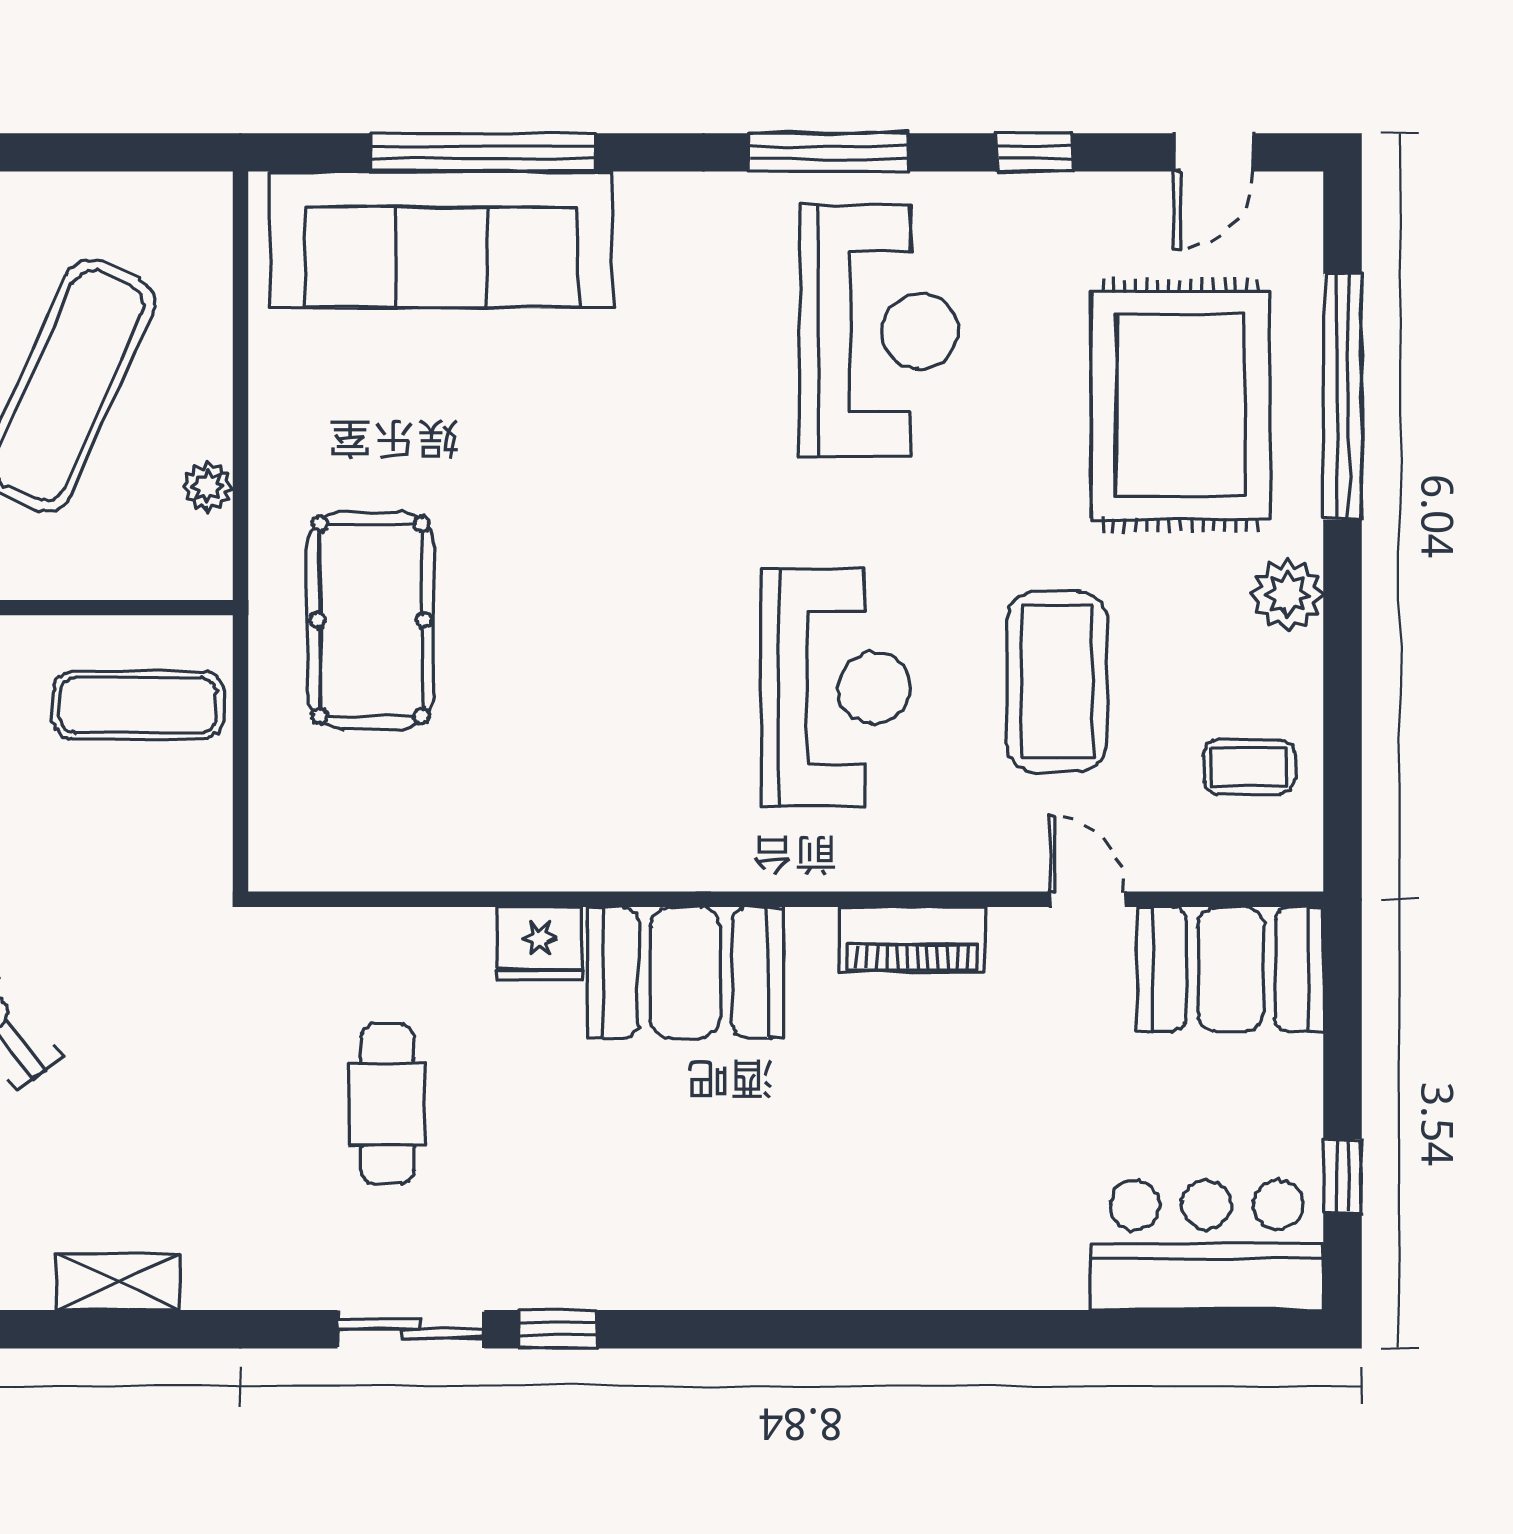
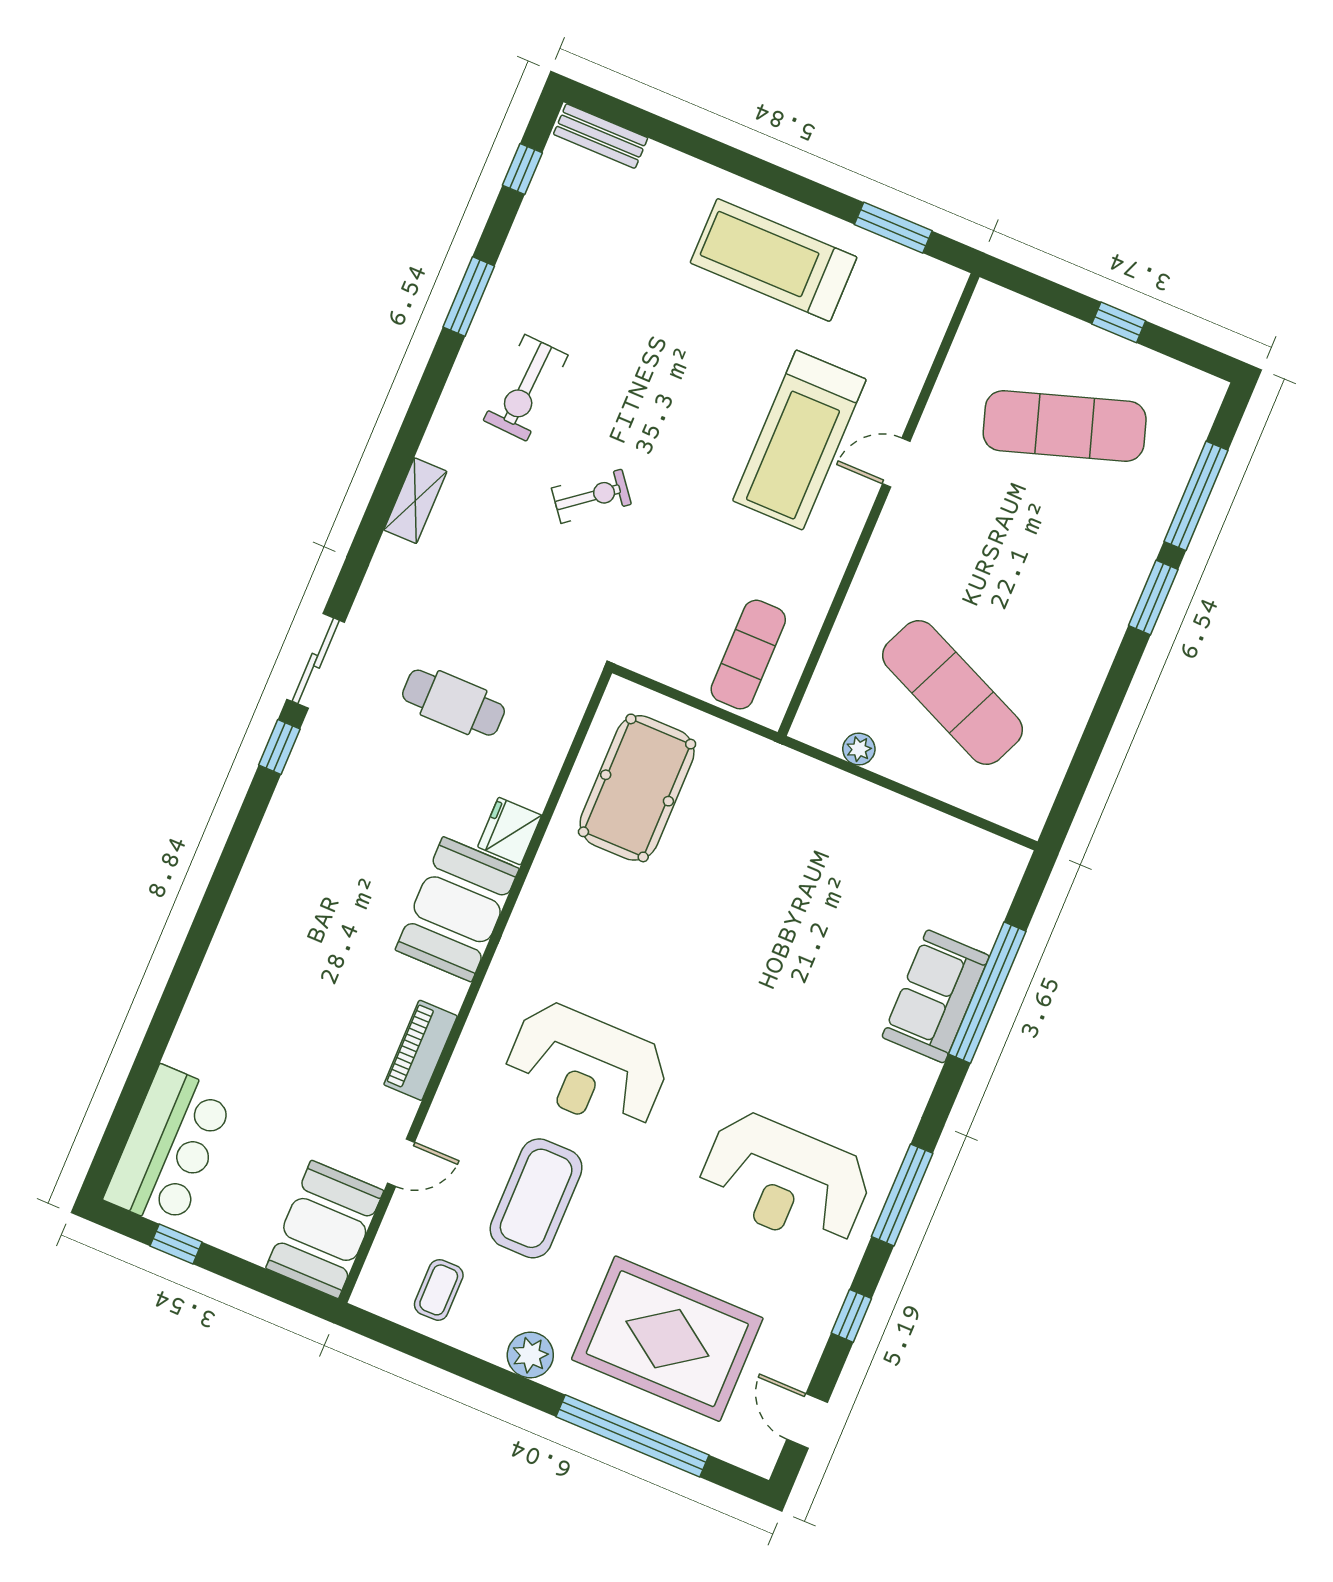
sofa: (441, 239) -> (936, 996), width x0.54, depth x0.79
pool table: (371, 620) -> (637, 788), moved, turned 90
coffee table: (1057, 682) -> (536, 1198), turned 90

